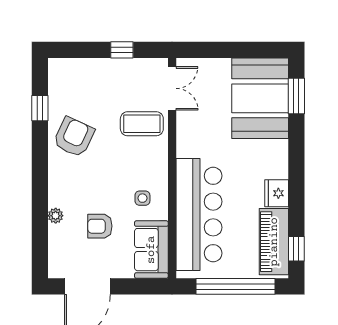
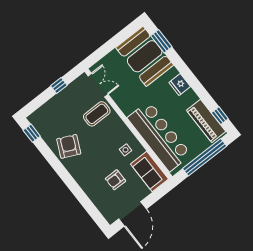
window: (40, 108) -> (32, 133), moved
fridge: (277, 193) -> (180, 84), moved
plant: (56, 216) -> (90, 192), removed

